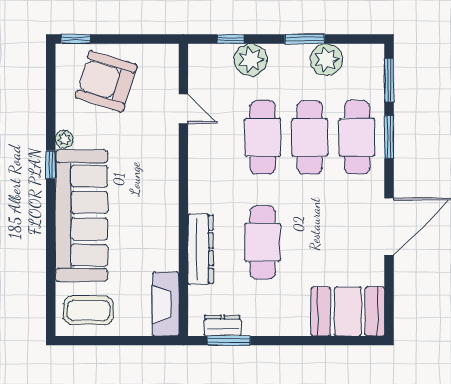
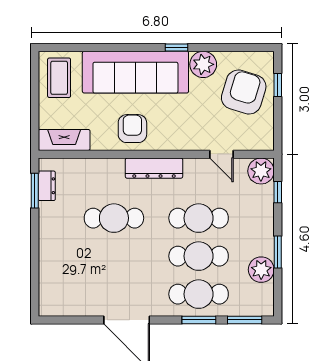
window: (76, 39) -> (278, 85), moved
plant: (251, 60) -> (261, 171), moved
door: (183, 109) -> (221, 154), hinge flipped
plant: (64, 139) -> (203, 64), width x1.87, depth x1.87
armchair: (151, 219) -> (132, 129), added
dresser: (201, 249) -> (154, 168), moved
booth: (348, 311) -> (58, 287), removed

